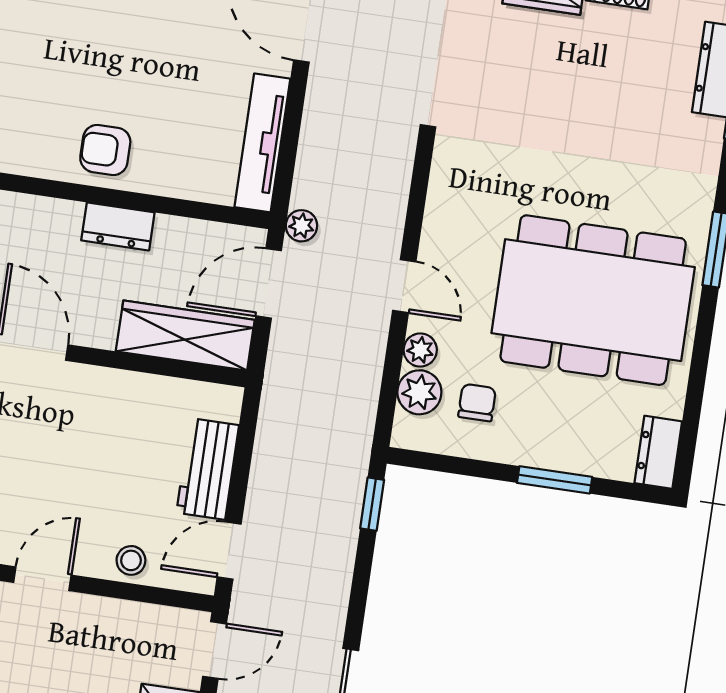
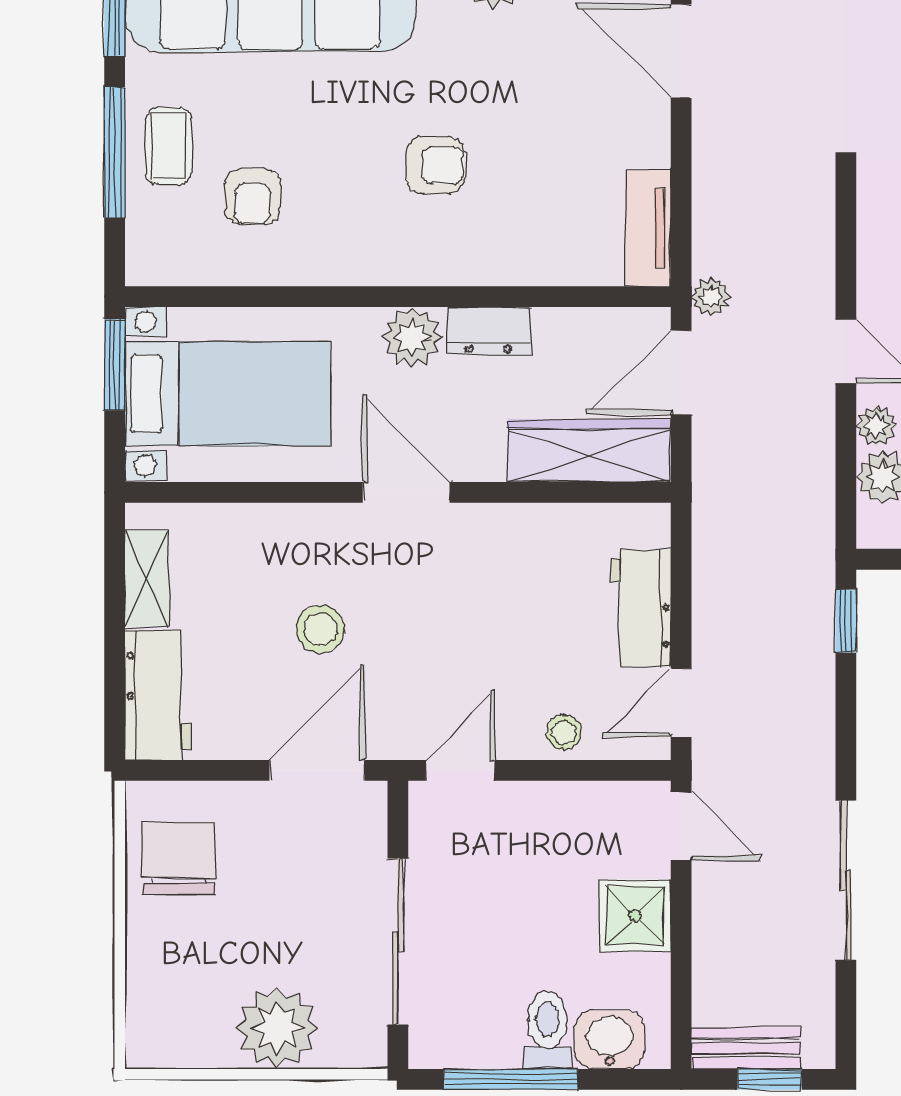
tv unit: (262, 143) -> (648, 228), width x0.71
armchair: (105, 150) -> (435, 165), moved, turned 180
plant: (55, 223) -> (412, 337), added
door: (214, 650) -> (681, 826), hinge flipped

